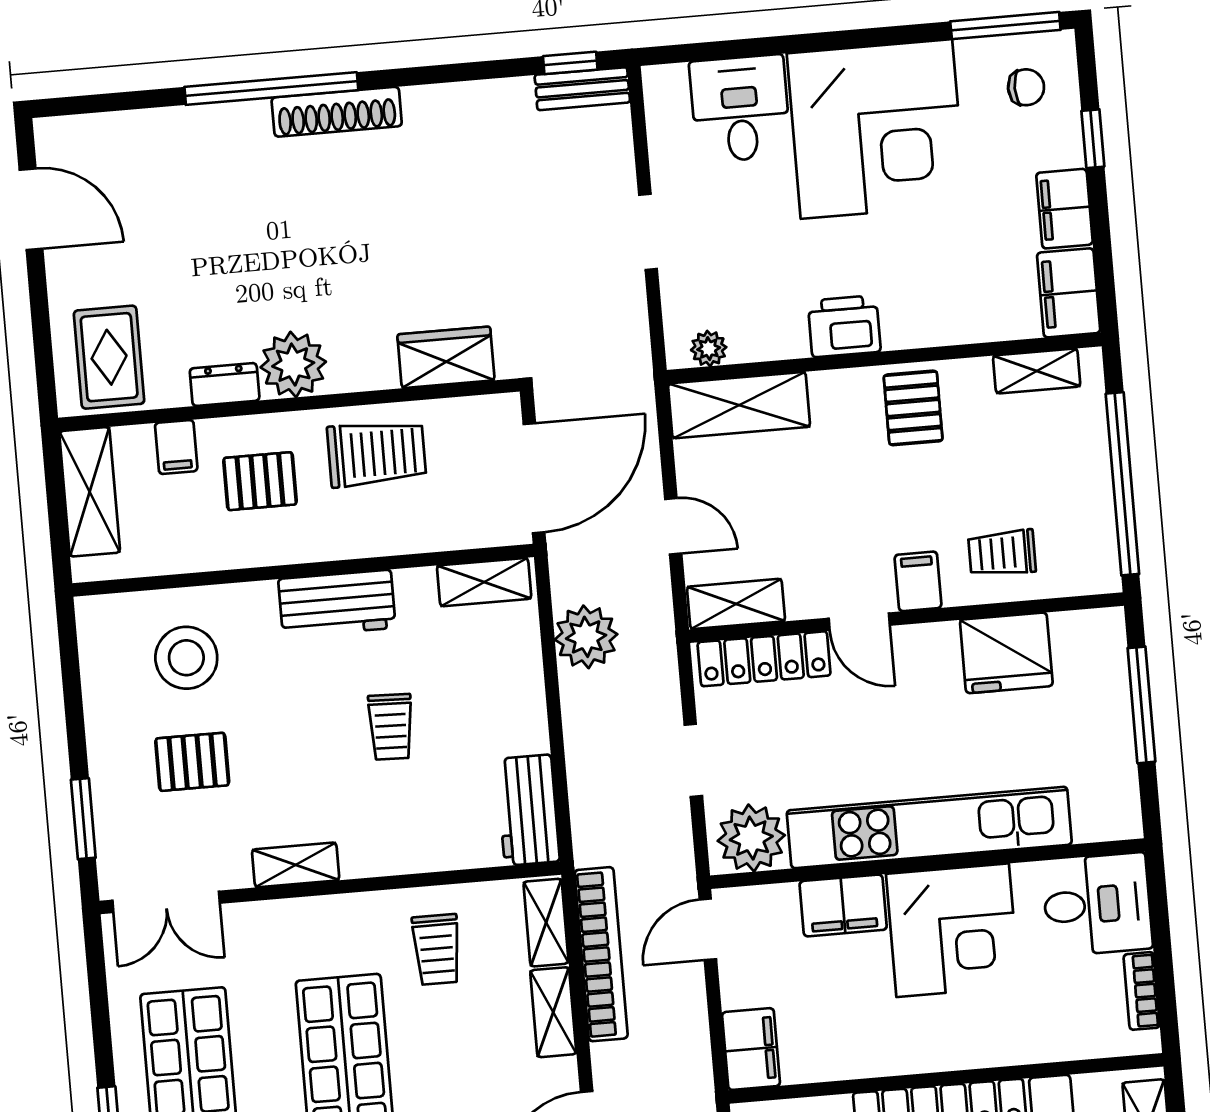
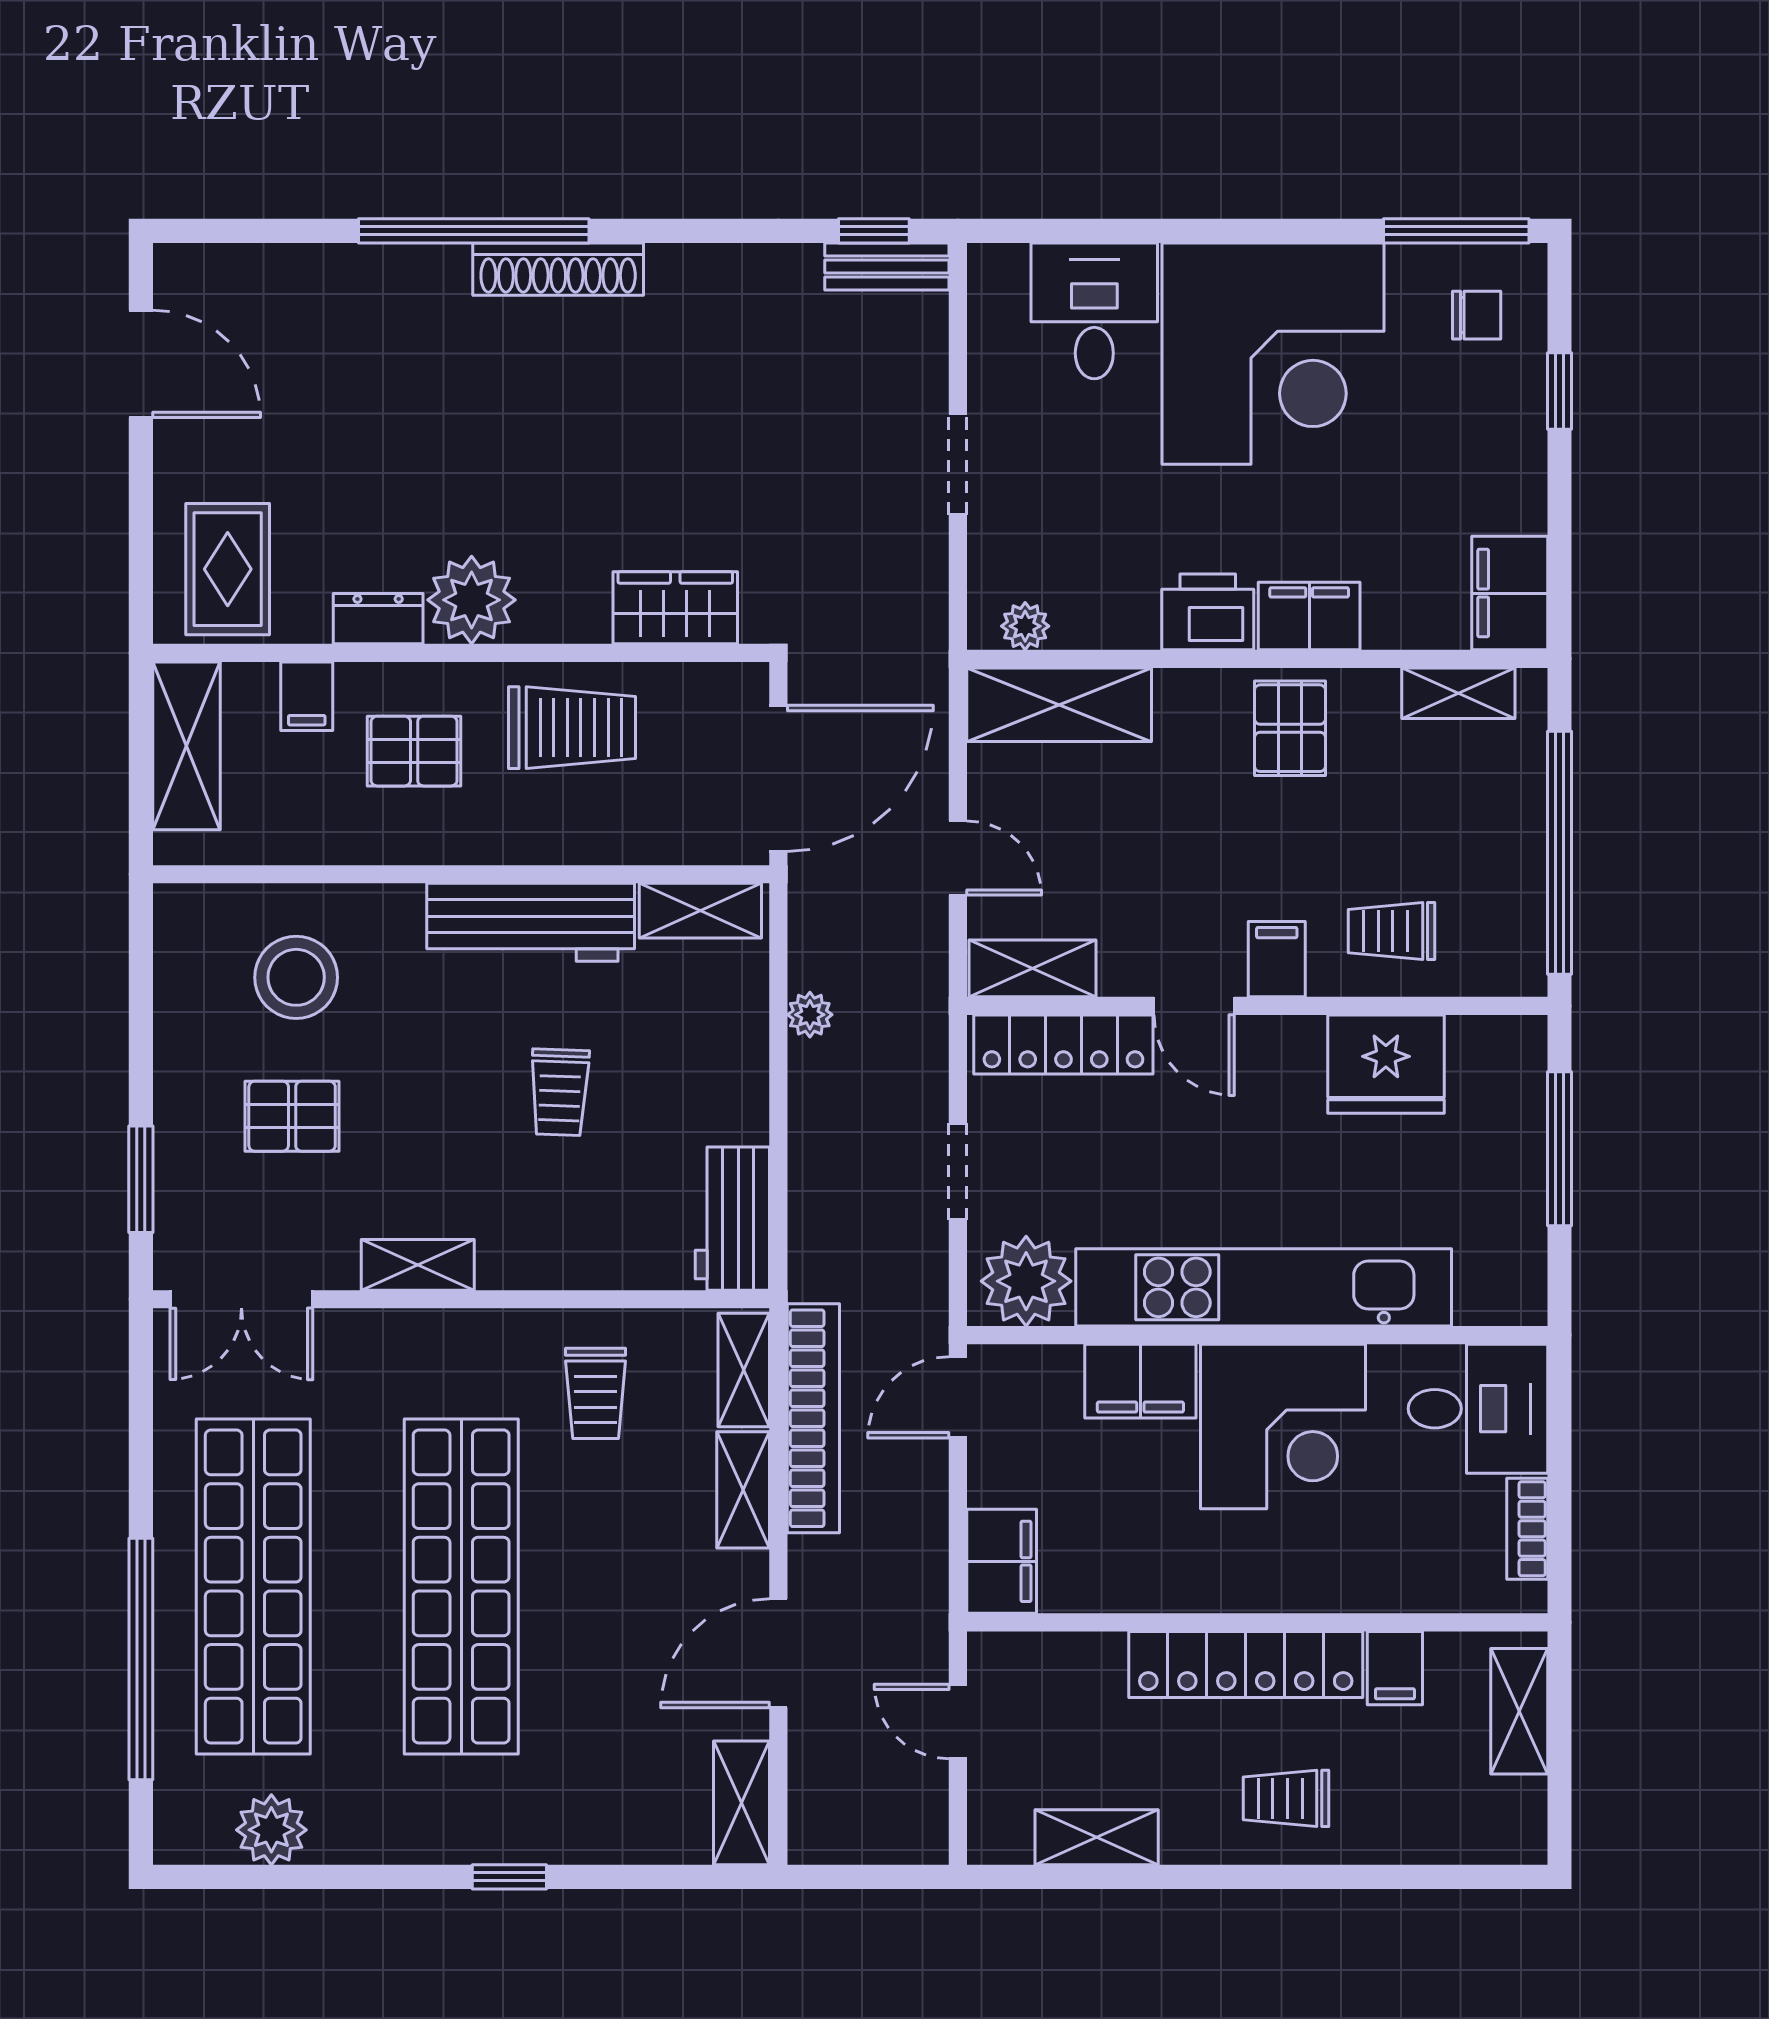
filing cabinet: (1064, 209) -> (1309, 616), moved, turned 90
workbench: (337, 603) -> (531, 922), width x1.38
plant: (586, 637) -> (810, 1015), width x0.53, depth x0.53

